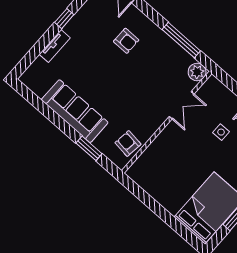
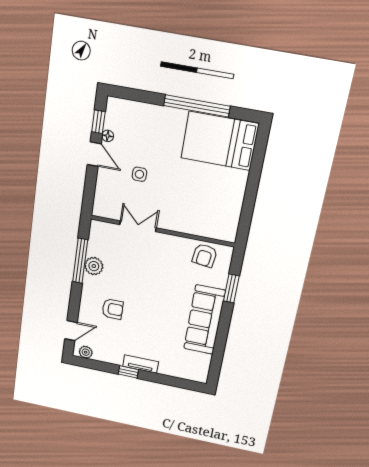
armchair: (126, 41) -> (113, 309), turned 90
tv unit: (55, 46) -> (141, 364), moved
plant: (197, 72) -> (94, 266), moved

